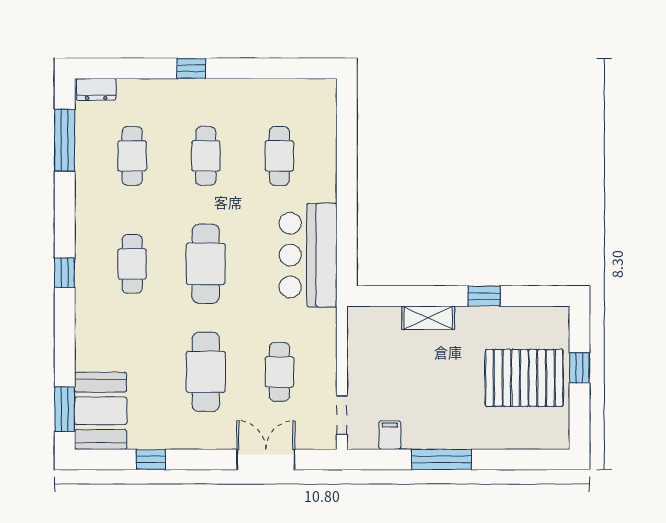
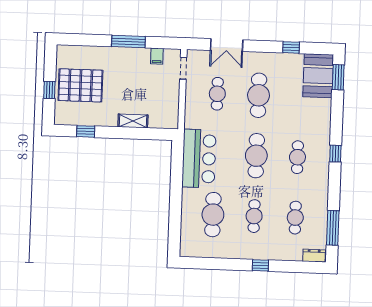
cafe table: (279, 156) -> (213, 215), width x1.37, depth x1.35
window: (484, 296) -> (86, 131), moved

